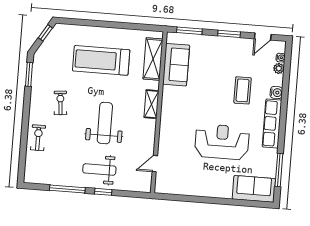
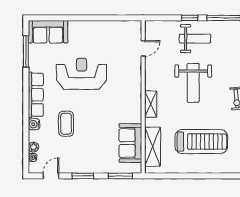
reception desk: (222, 142) -> (82, 74), turned 180

